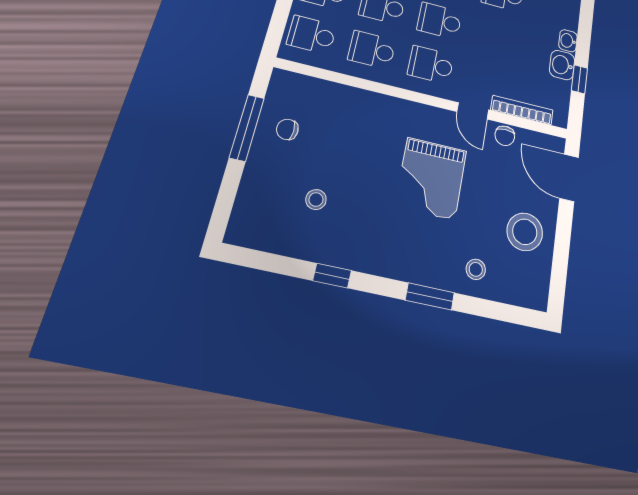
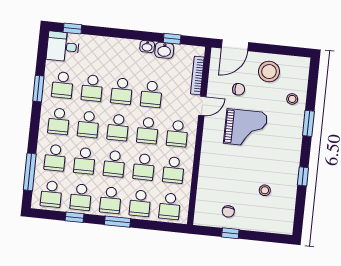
school desk: (496, 35) -> (151, 94), added
window: (247, 128) -> (230, 233), width x0.46
chair: (505, 136) -> (239, 89), moved

